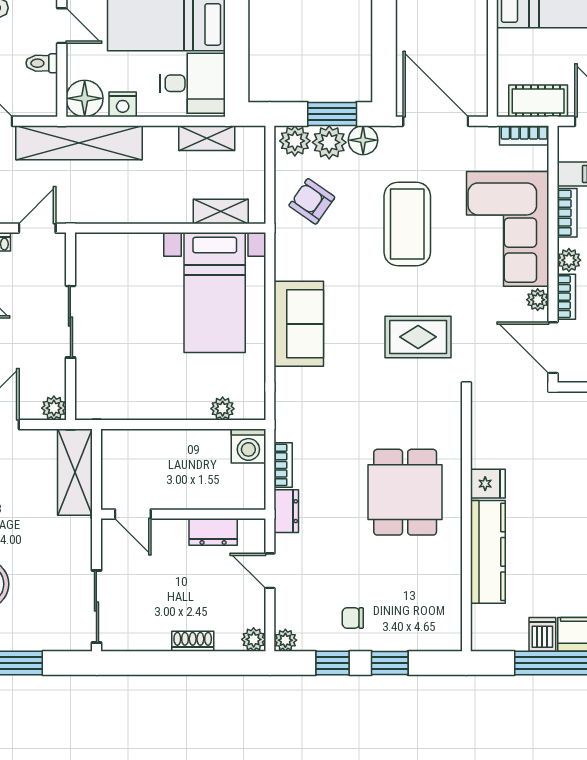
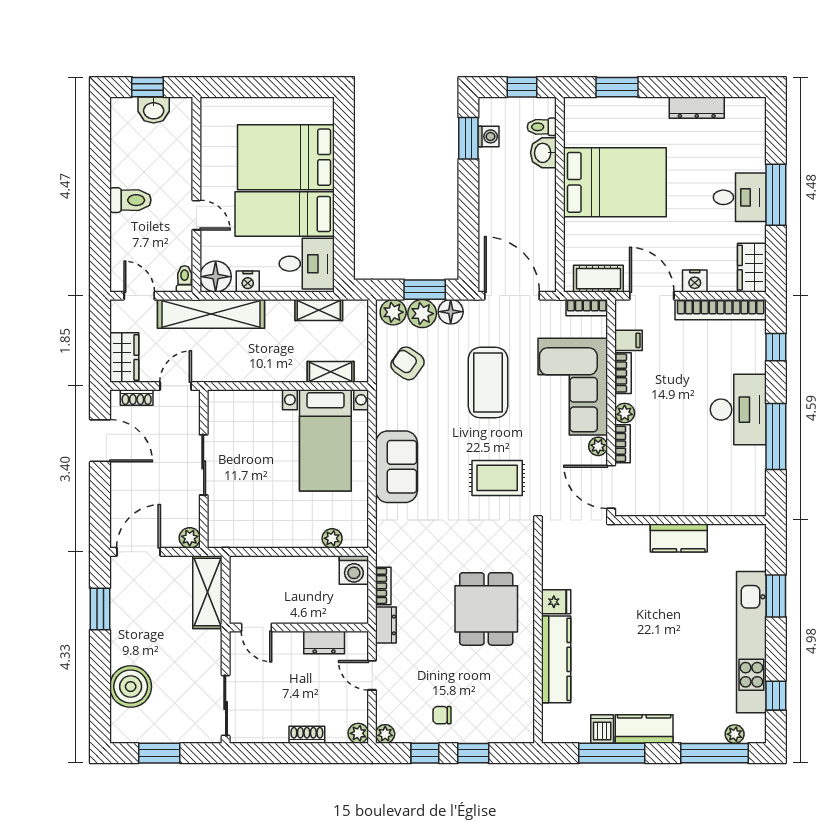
toilet: (42, 63) -> (185, 279), moved, turned 90

